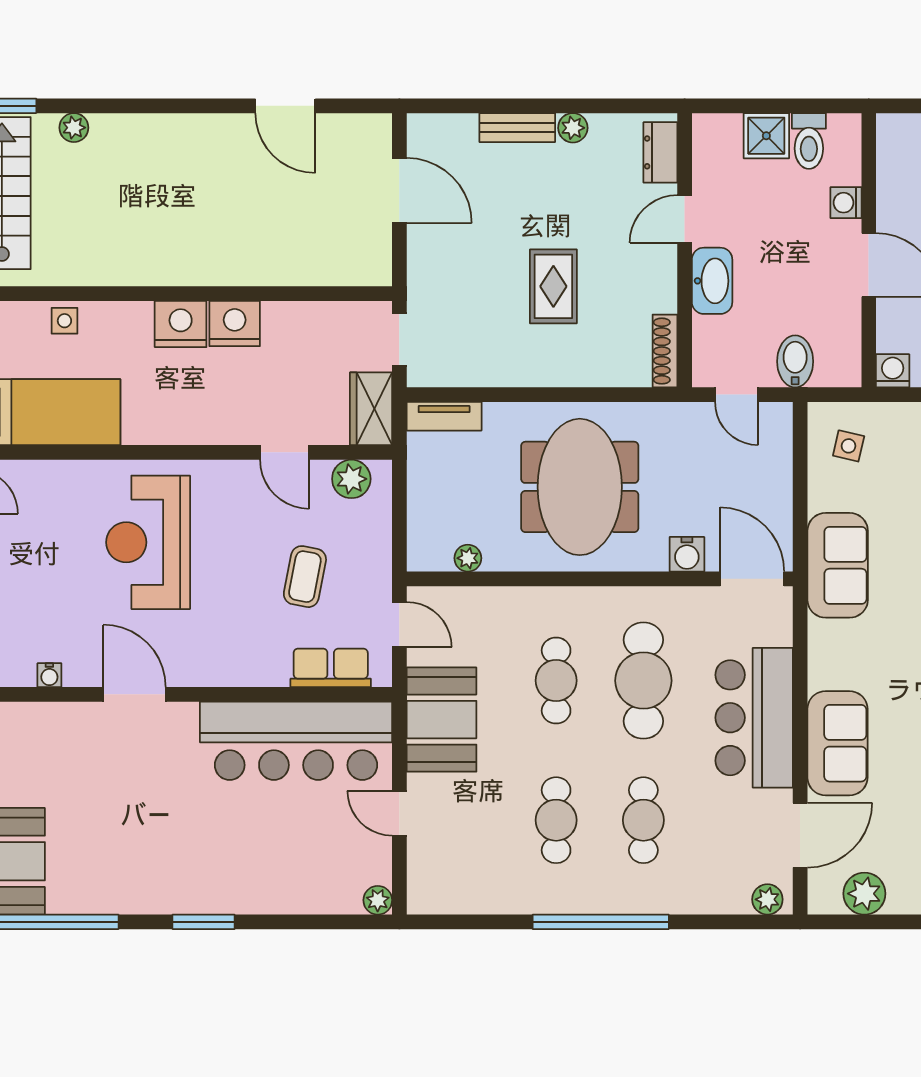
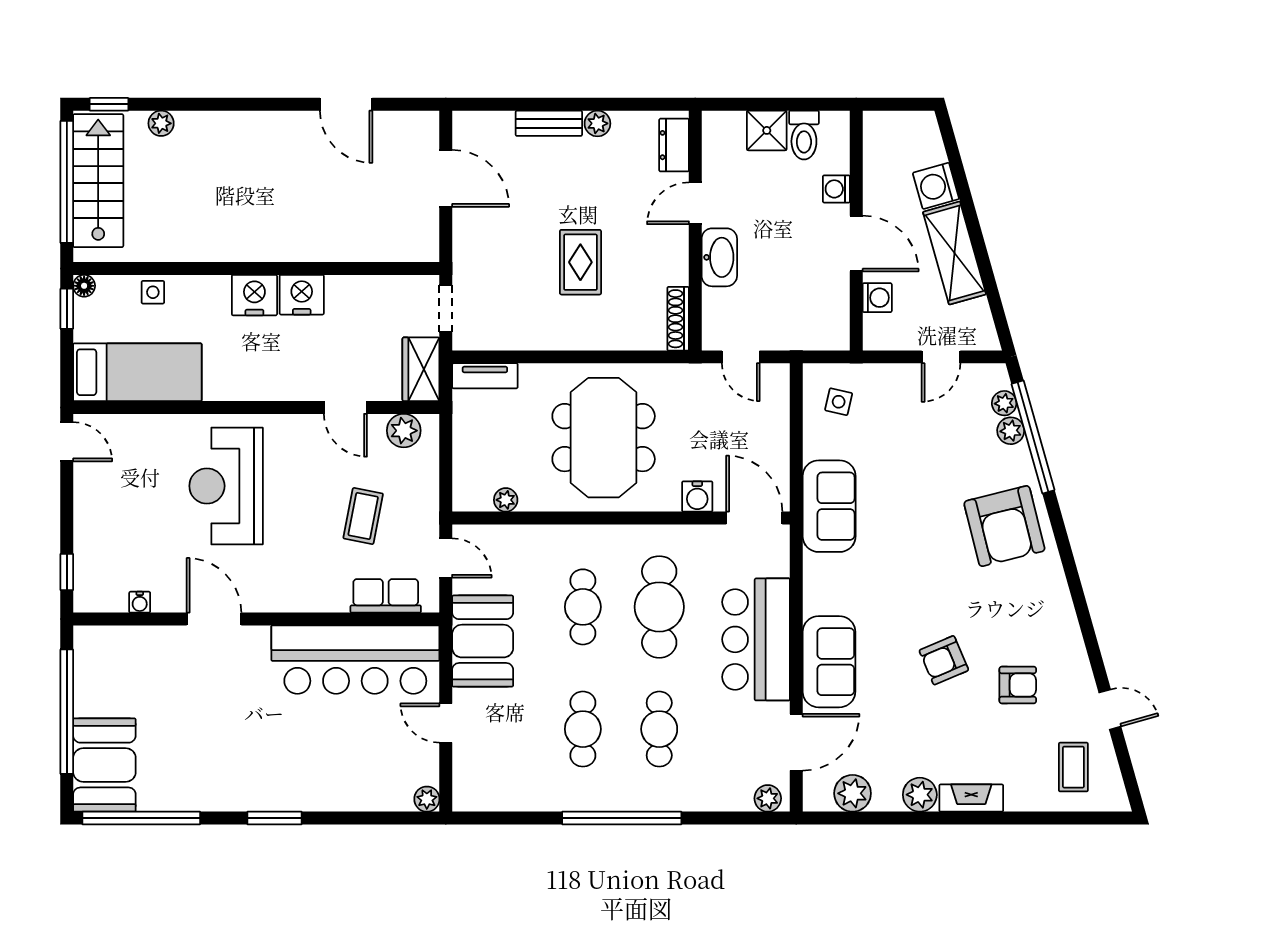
bidet: (795, 361) -> (792, 328), removed
washing machine: (893, 371) -> (877, 298), moved, turned 90

